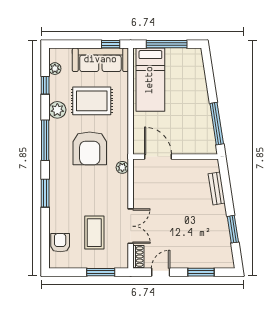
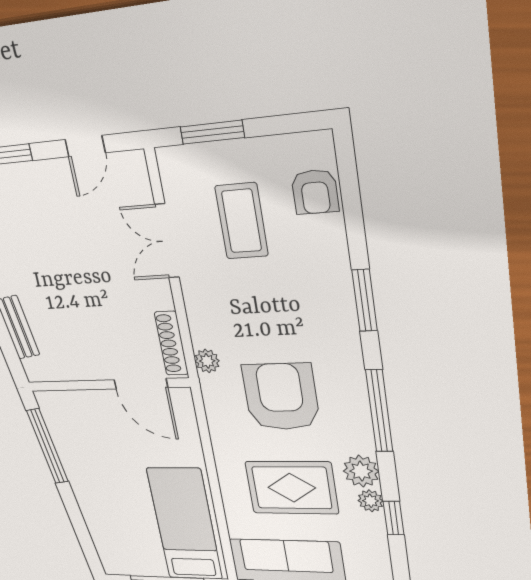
plant: (55, 69) -> (370, 501), moved
shoe rack: (138, 256) -> (171, 343), moved, width x1.43

